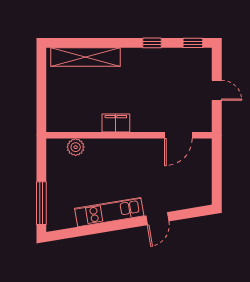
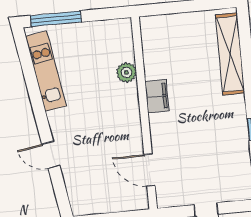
plant: (76, 147) -> (126, 72), moved
kitchen unit: (109, 212) -> (46, 71), moved

